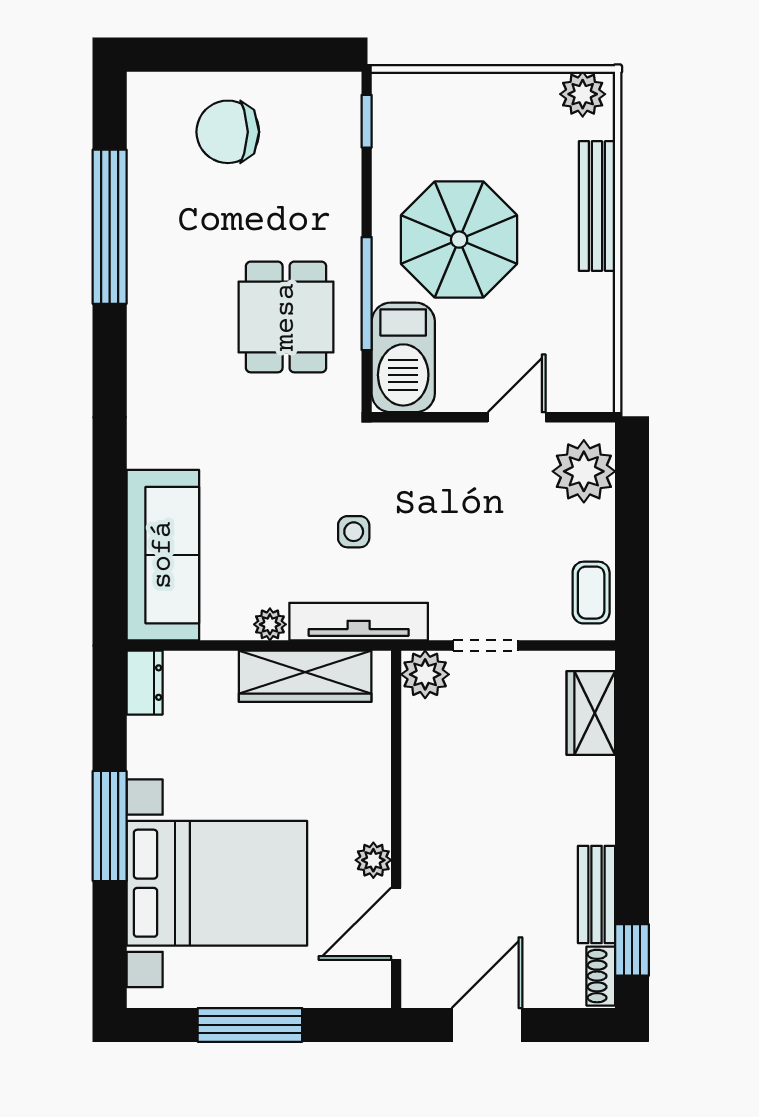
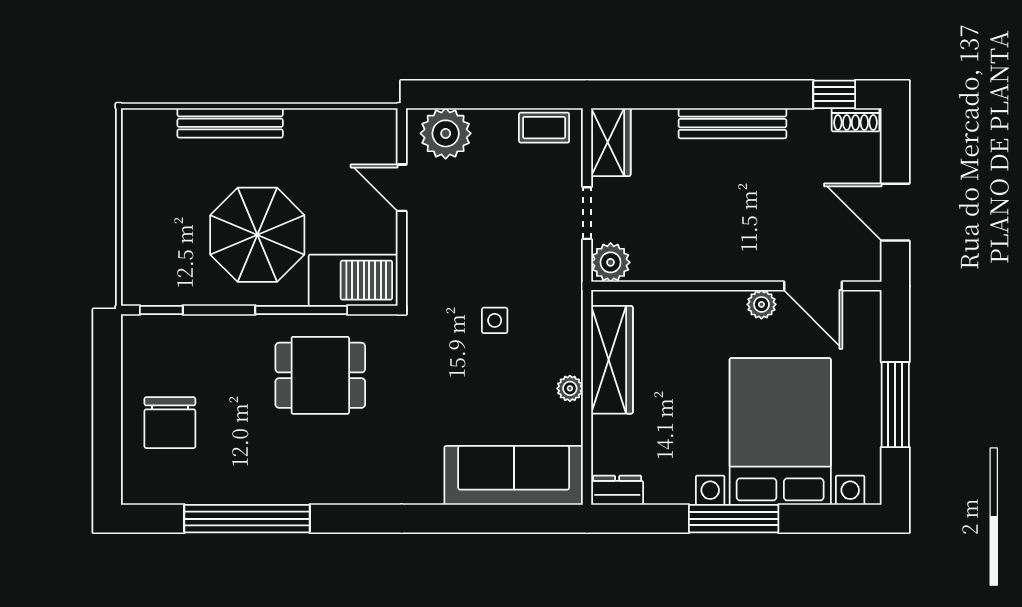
plant: (583, 94) -> (139, 134), removed
tv unit: (359, 622) -> (568, 316), removed
wardrobe: (591, 713) -> (611, 142), moved, turned -90
bench: (597, 895) -> (732, 123), moved, width x1.36

